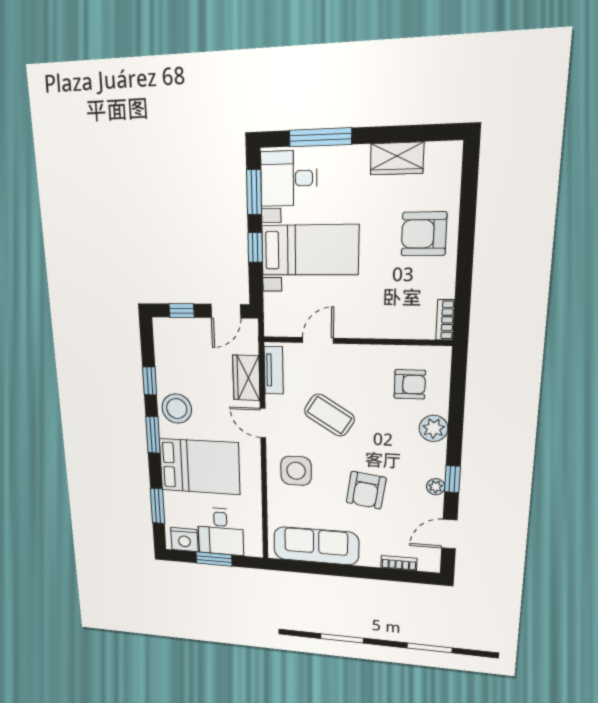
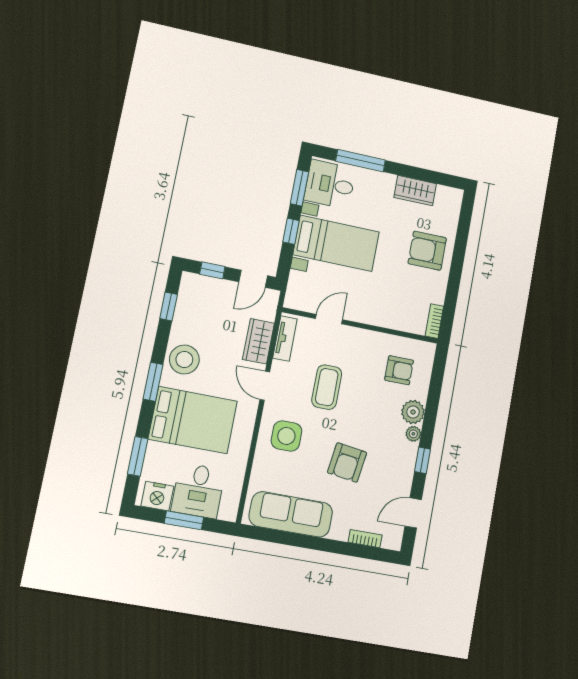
window: (150, 381) -> (169, 307), moved
coffee table: (329, 415) -> (327, 387), turned 58
plant: (436, 487) -> (413, 434), moved

